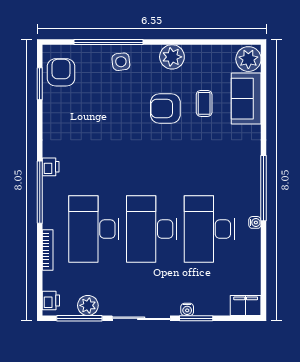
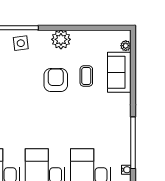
plant: (248, 59) -> (126, 46), width x0.53, depth x0.53
armchair: (165, 108) -> (56, 80), turned 90

